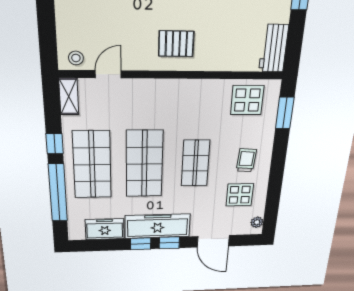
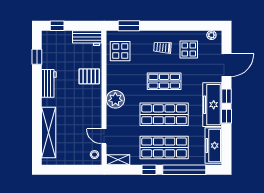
pallet: (176, 44) -> (89, 76), moved, turned 90
plant: (170, 93) -> (115, 99), added
freezer: (105, 229) -> (213, 146), width x1.40

